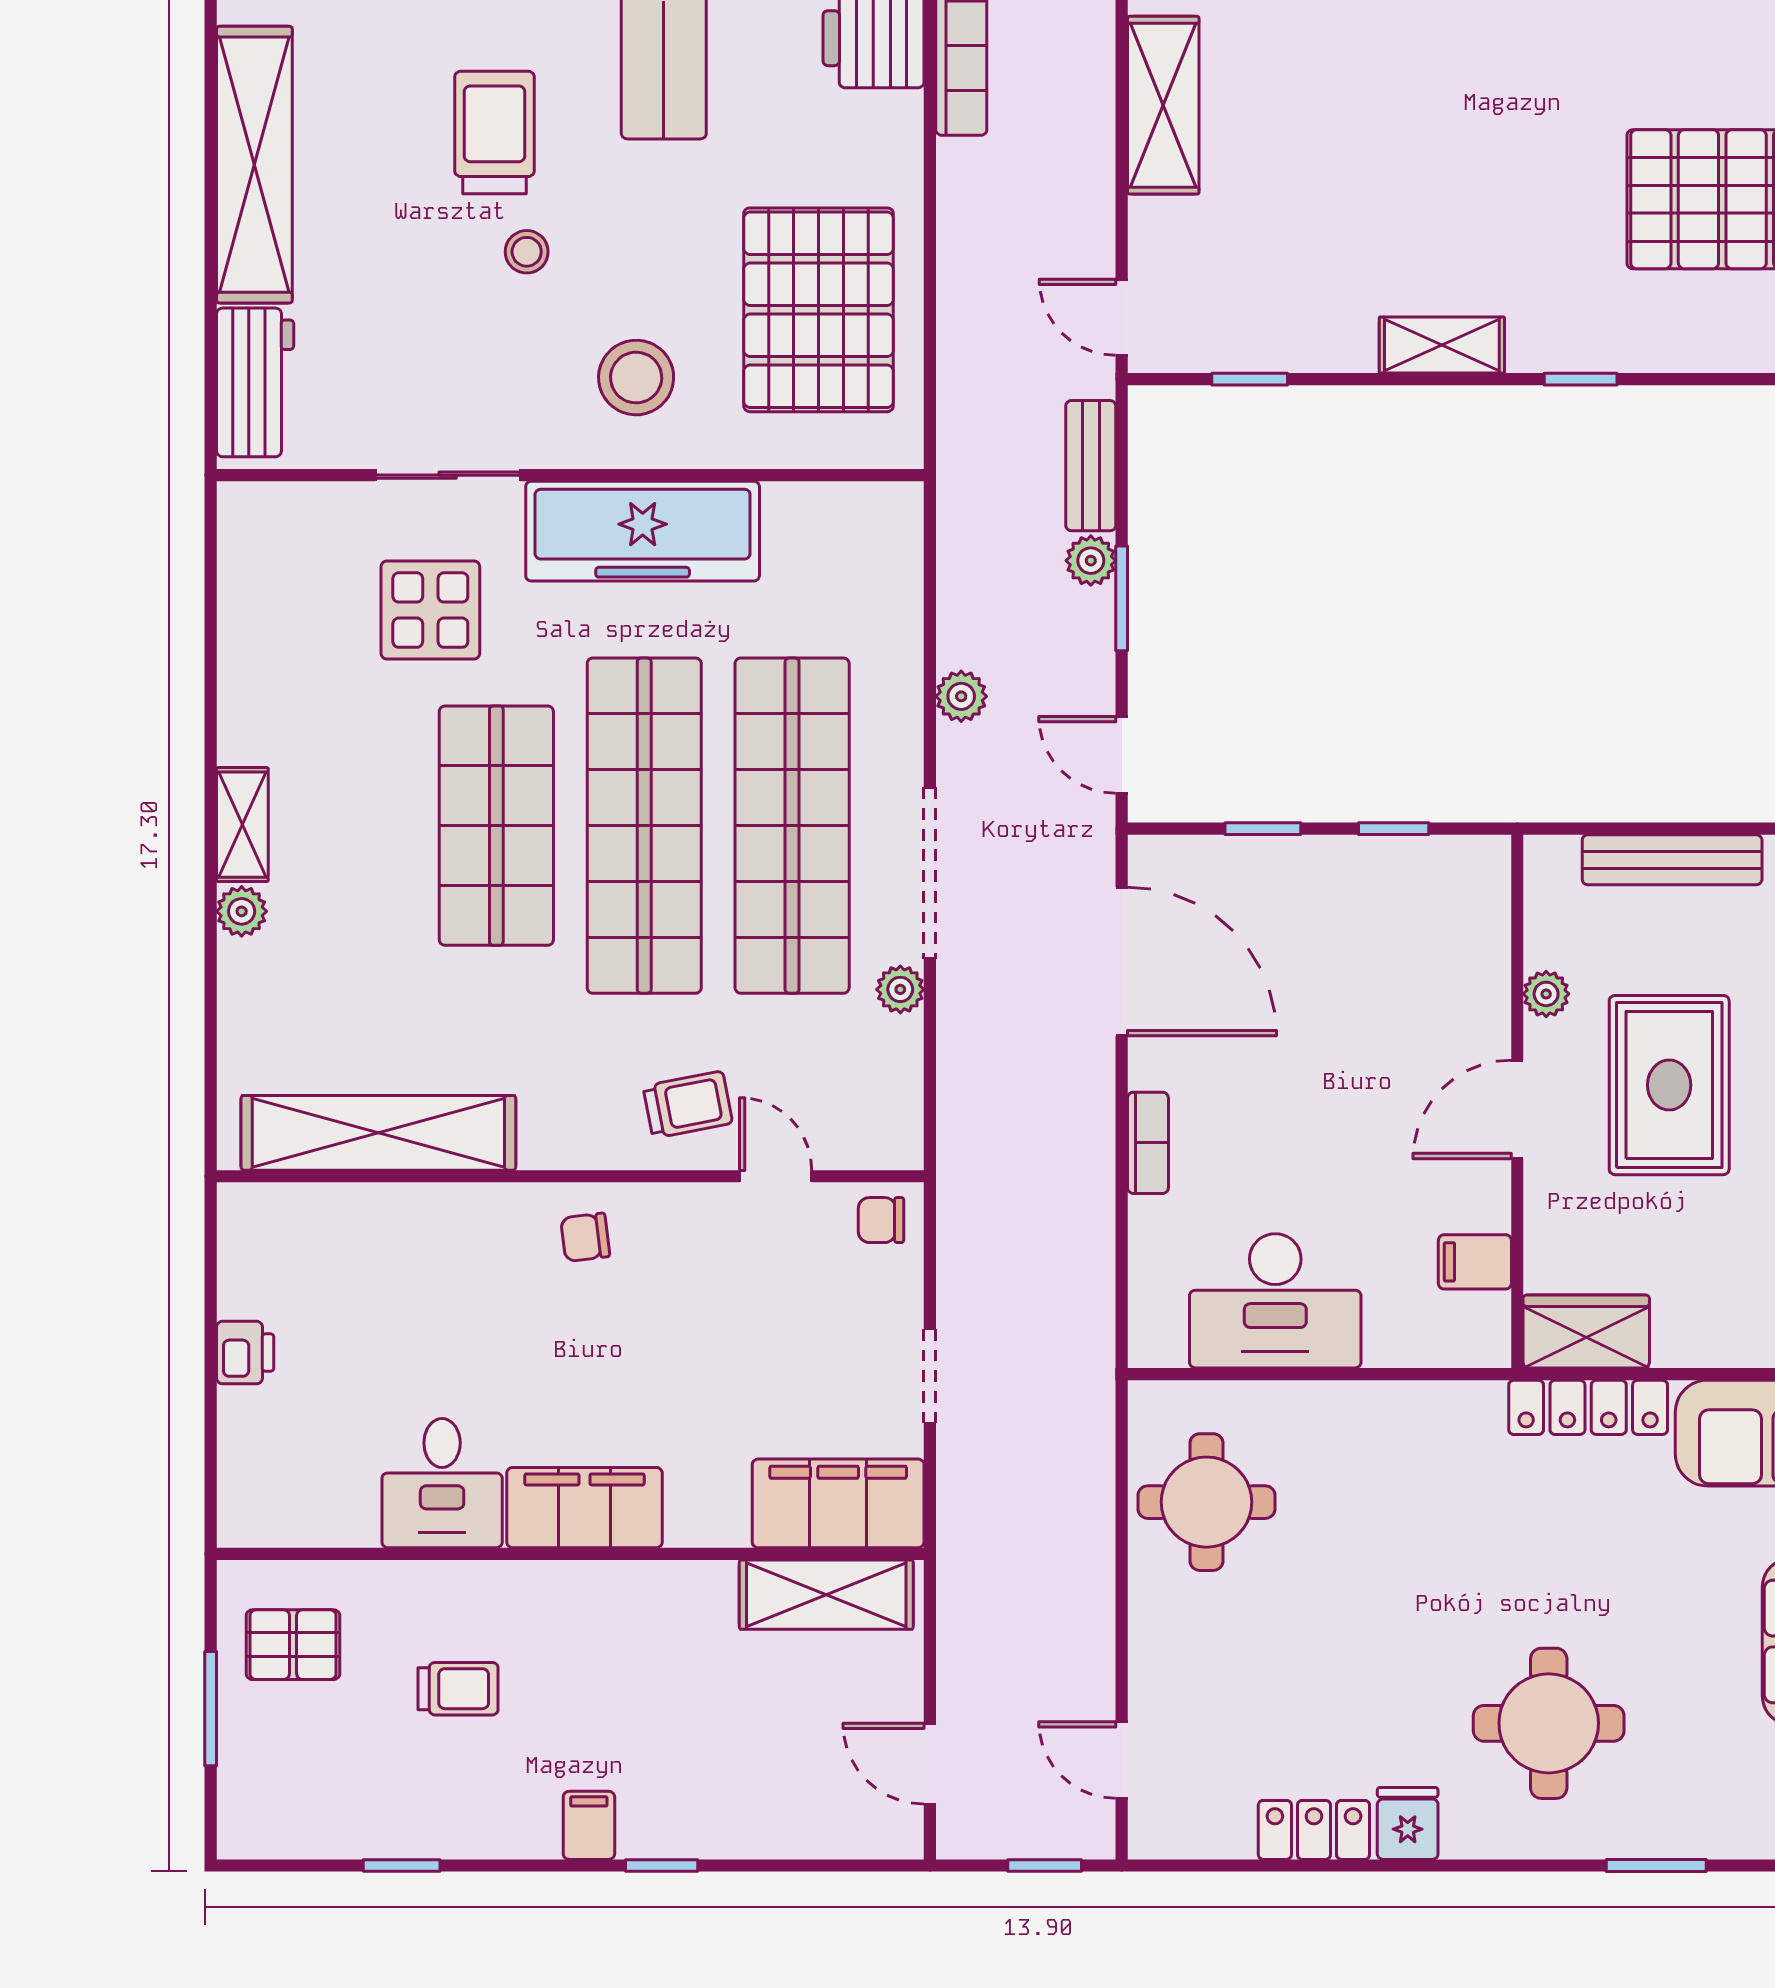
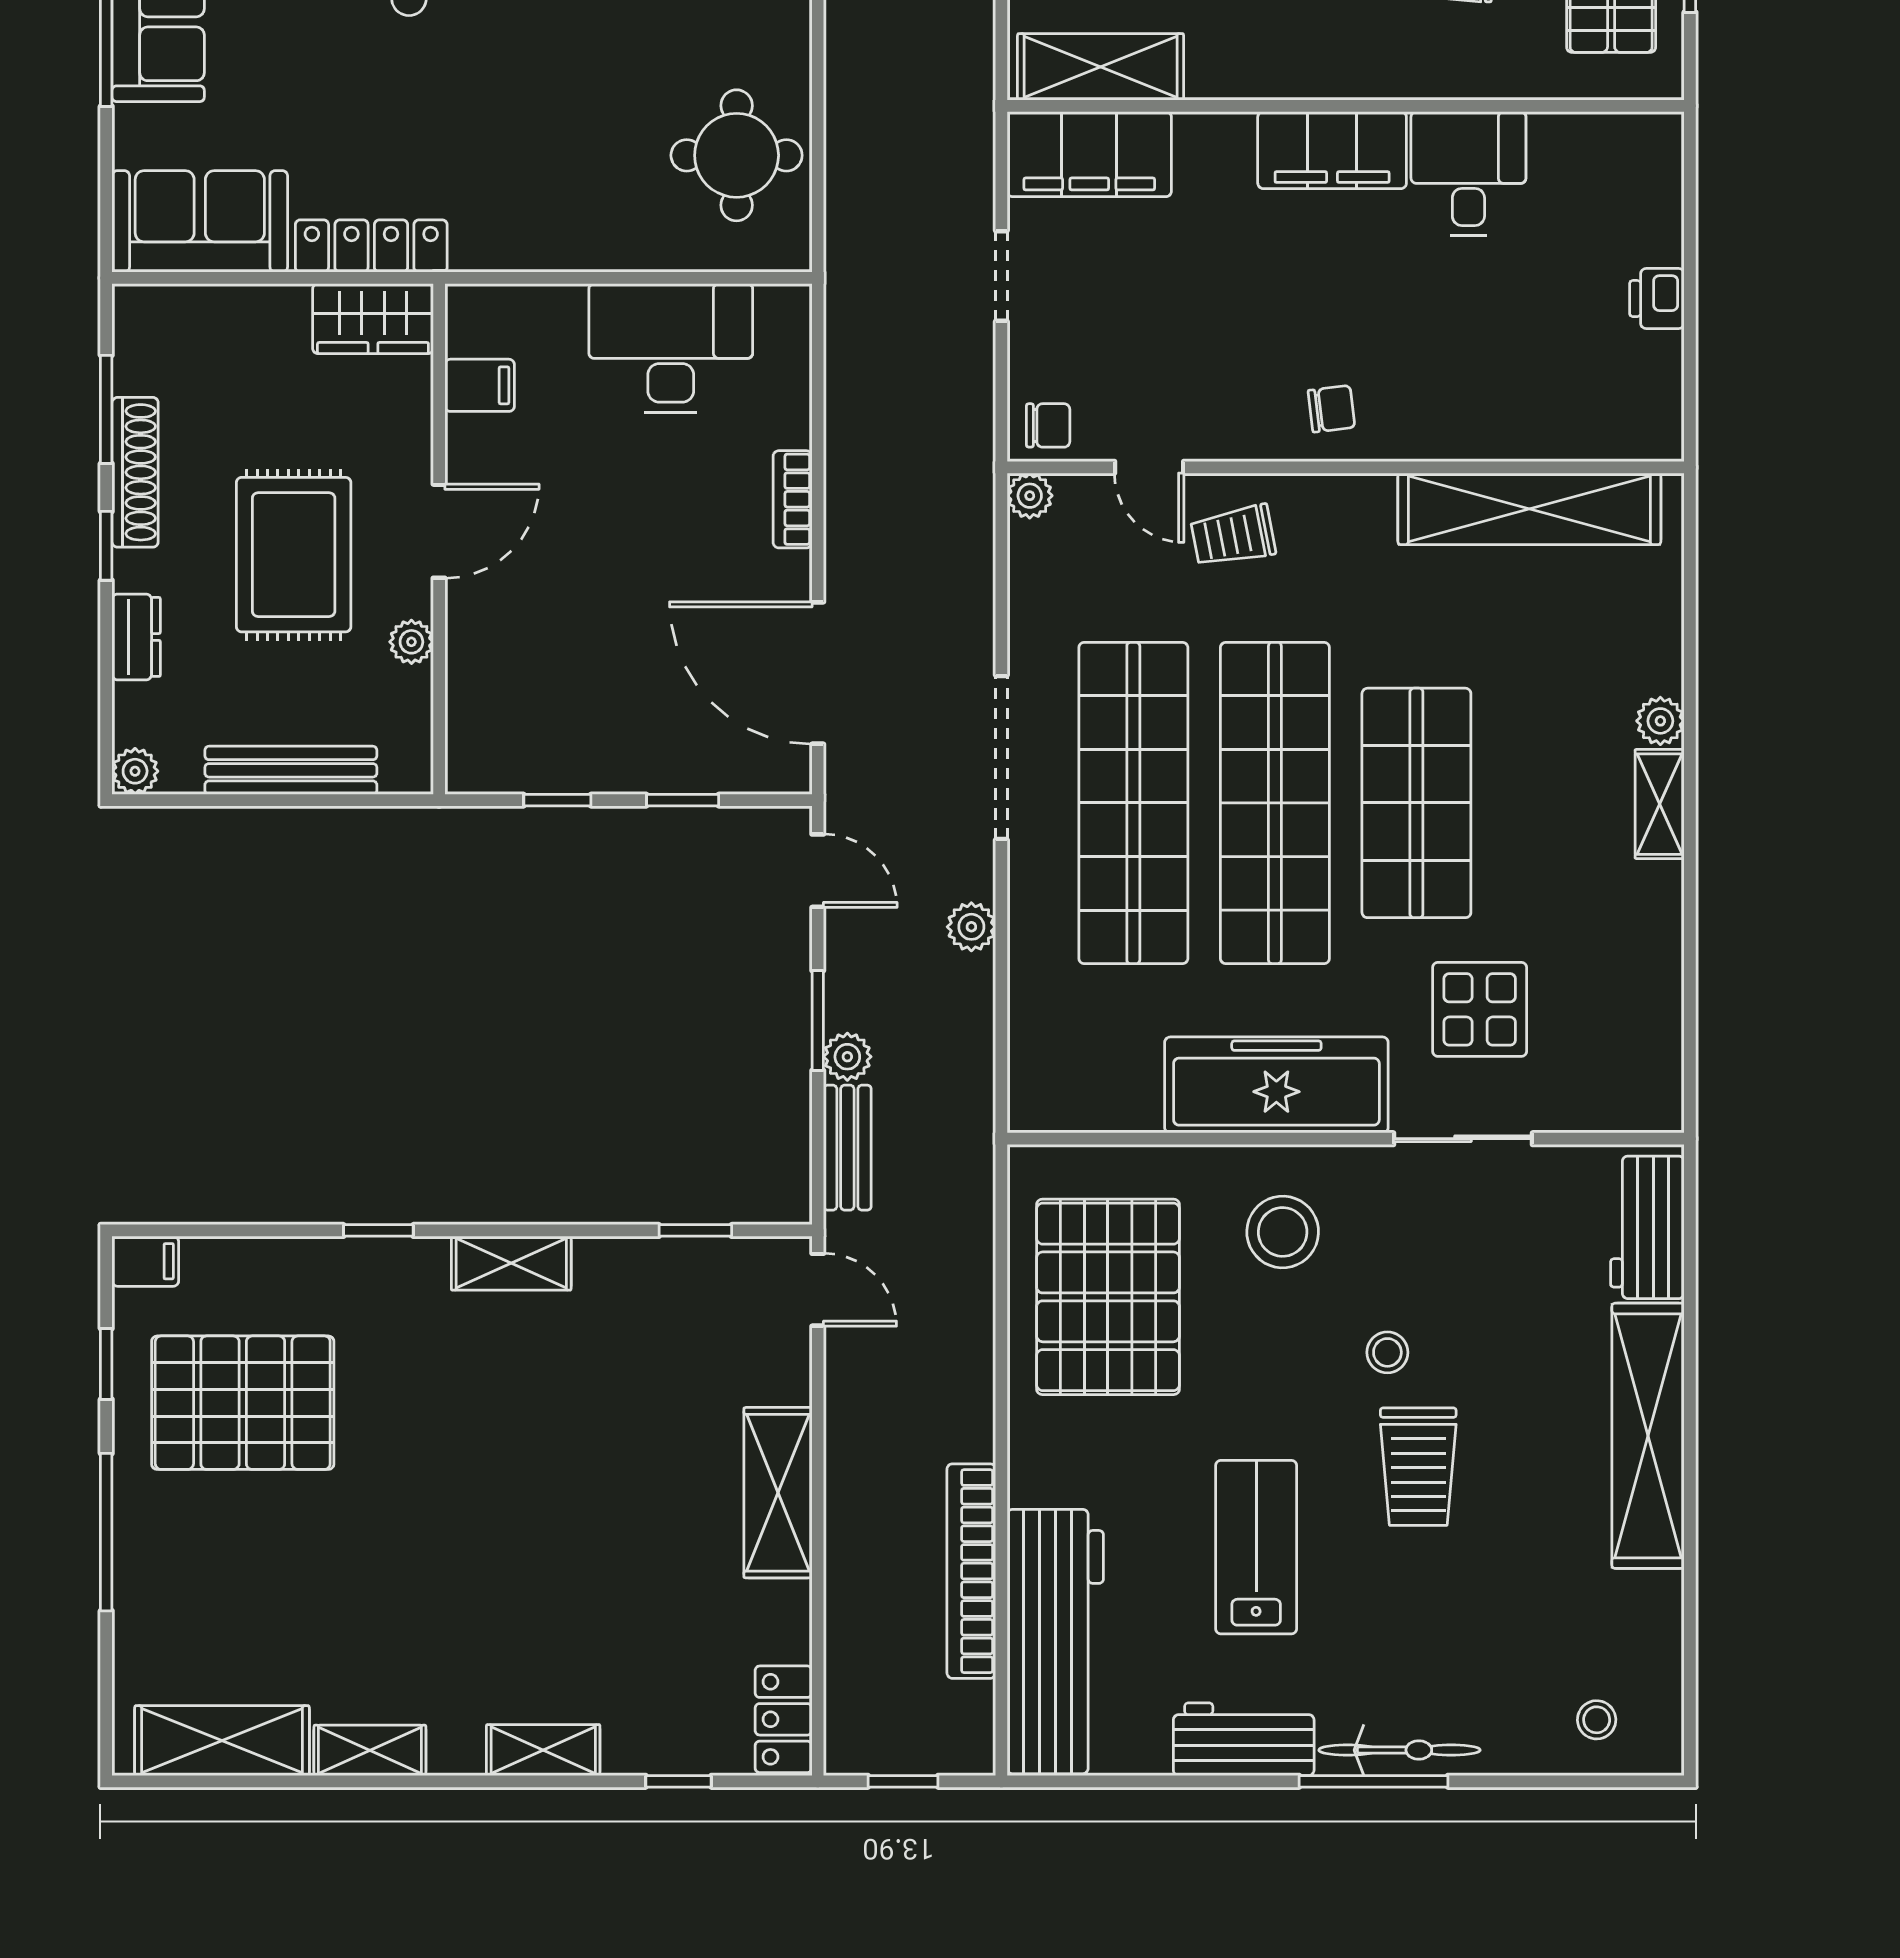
plant: (900, 989) -> (1030, 496), moved

